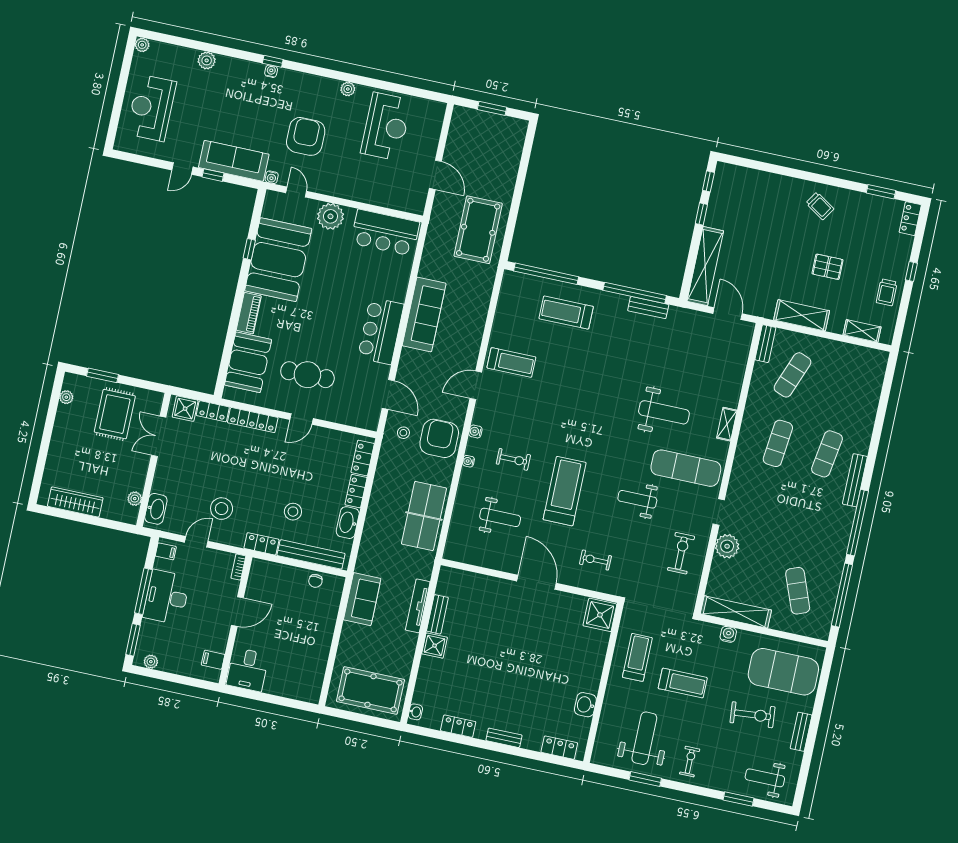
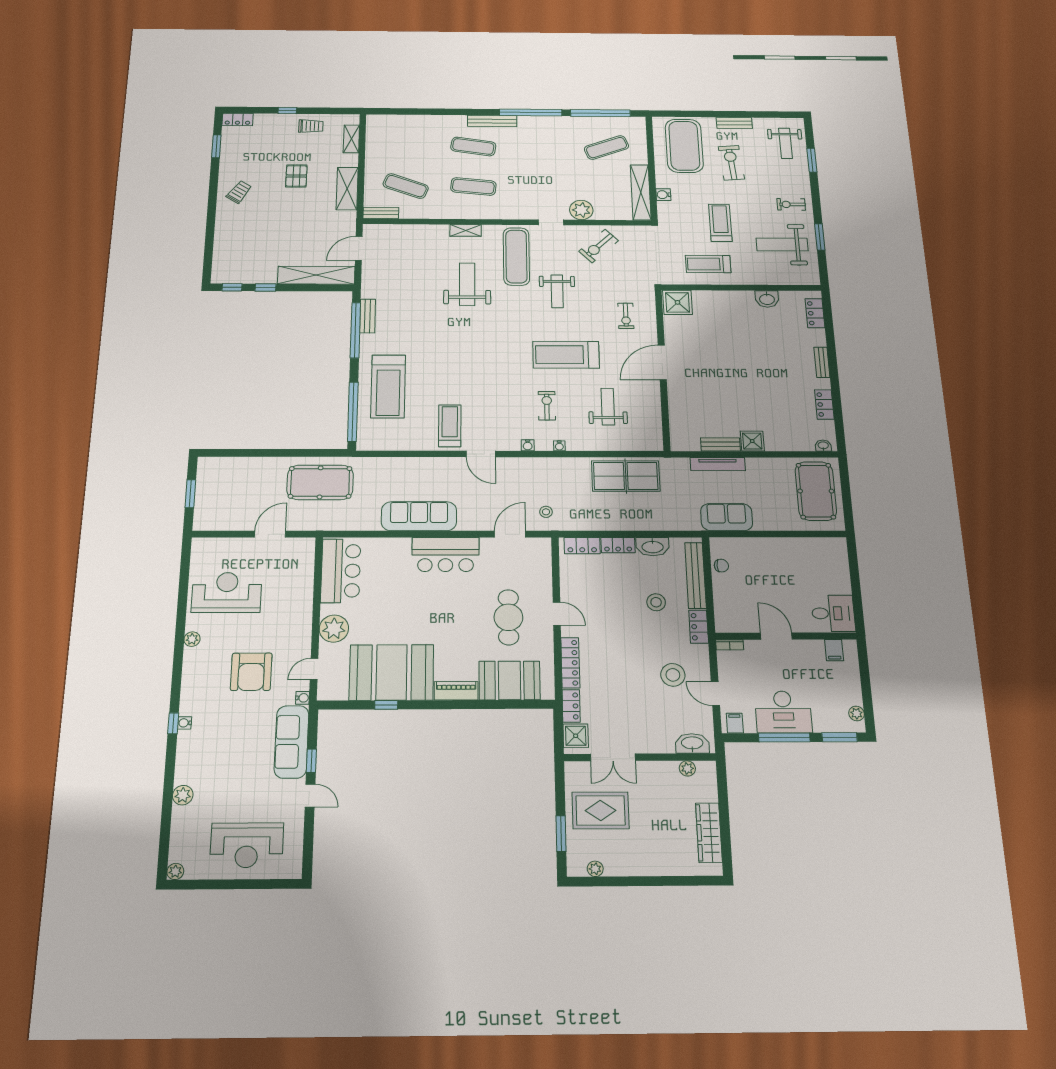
armchair: (306, 136) -> (251, 672), turned -90
treadmill: (566, 313) -> (388, 386), width x1.37, depth x1.38
armchair: (439, 438) -> (543, 477), removed
exercise bike: (681, 553) -> (599, 246), turned -44

